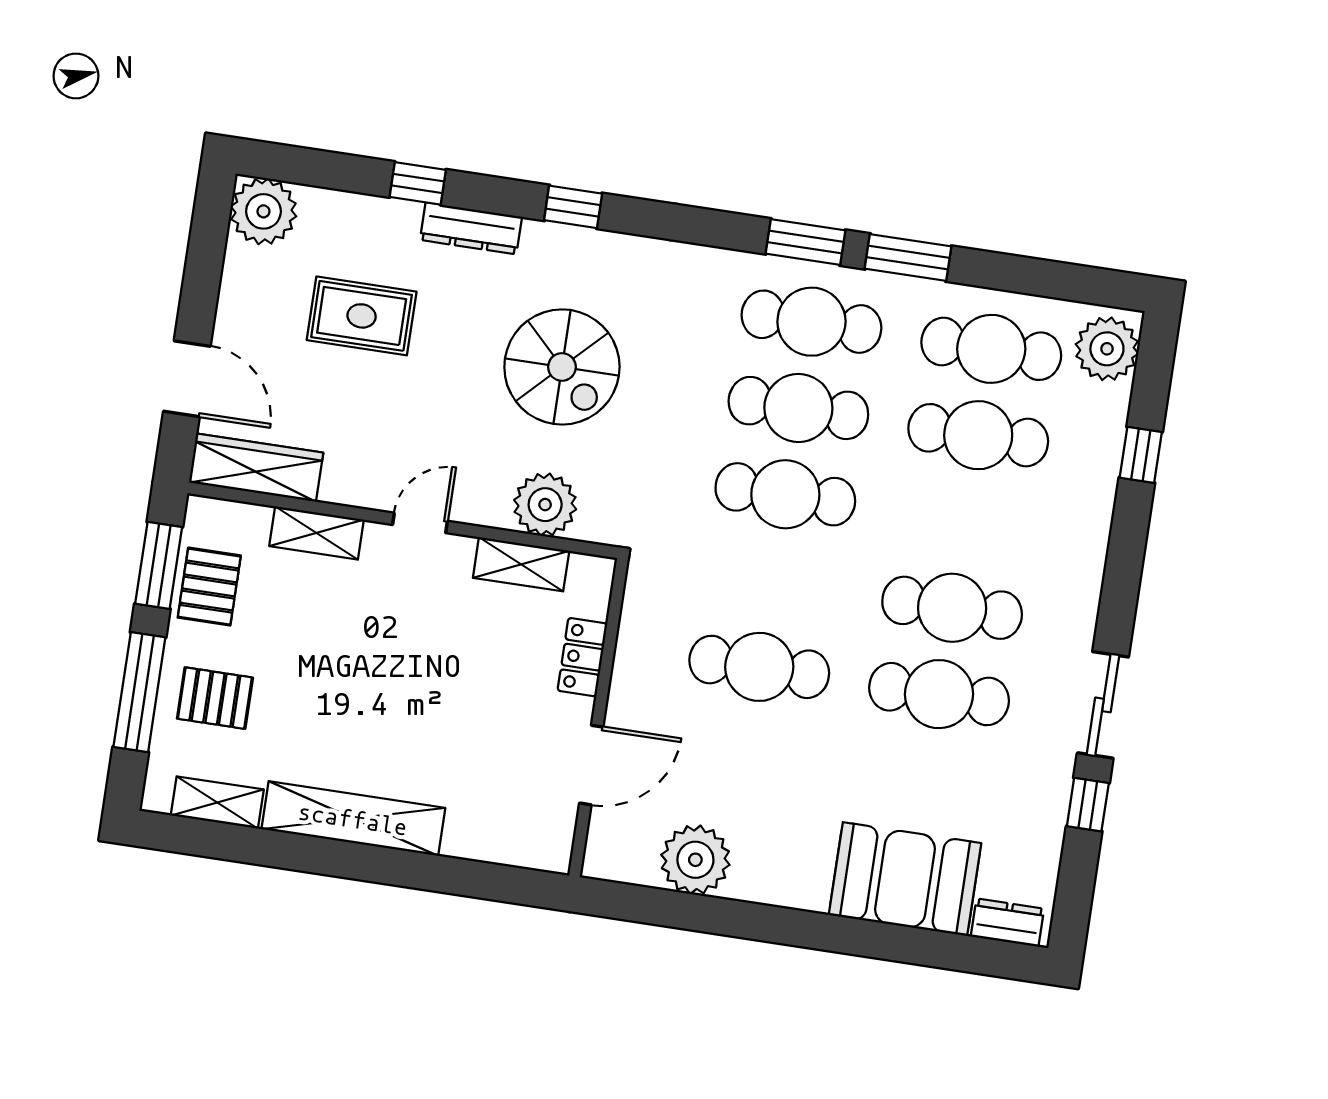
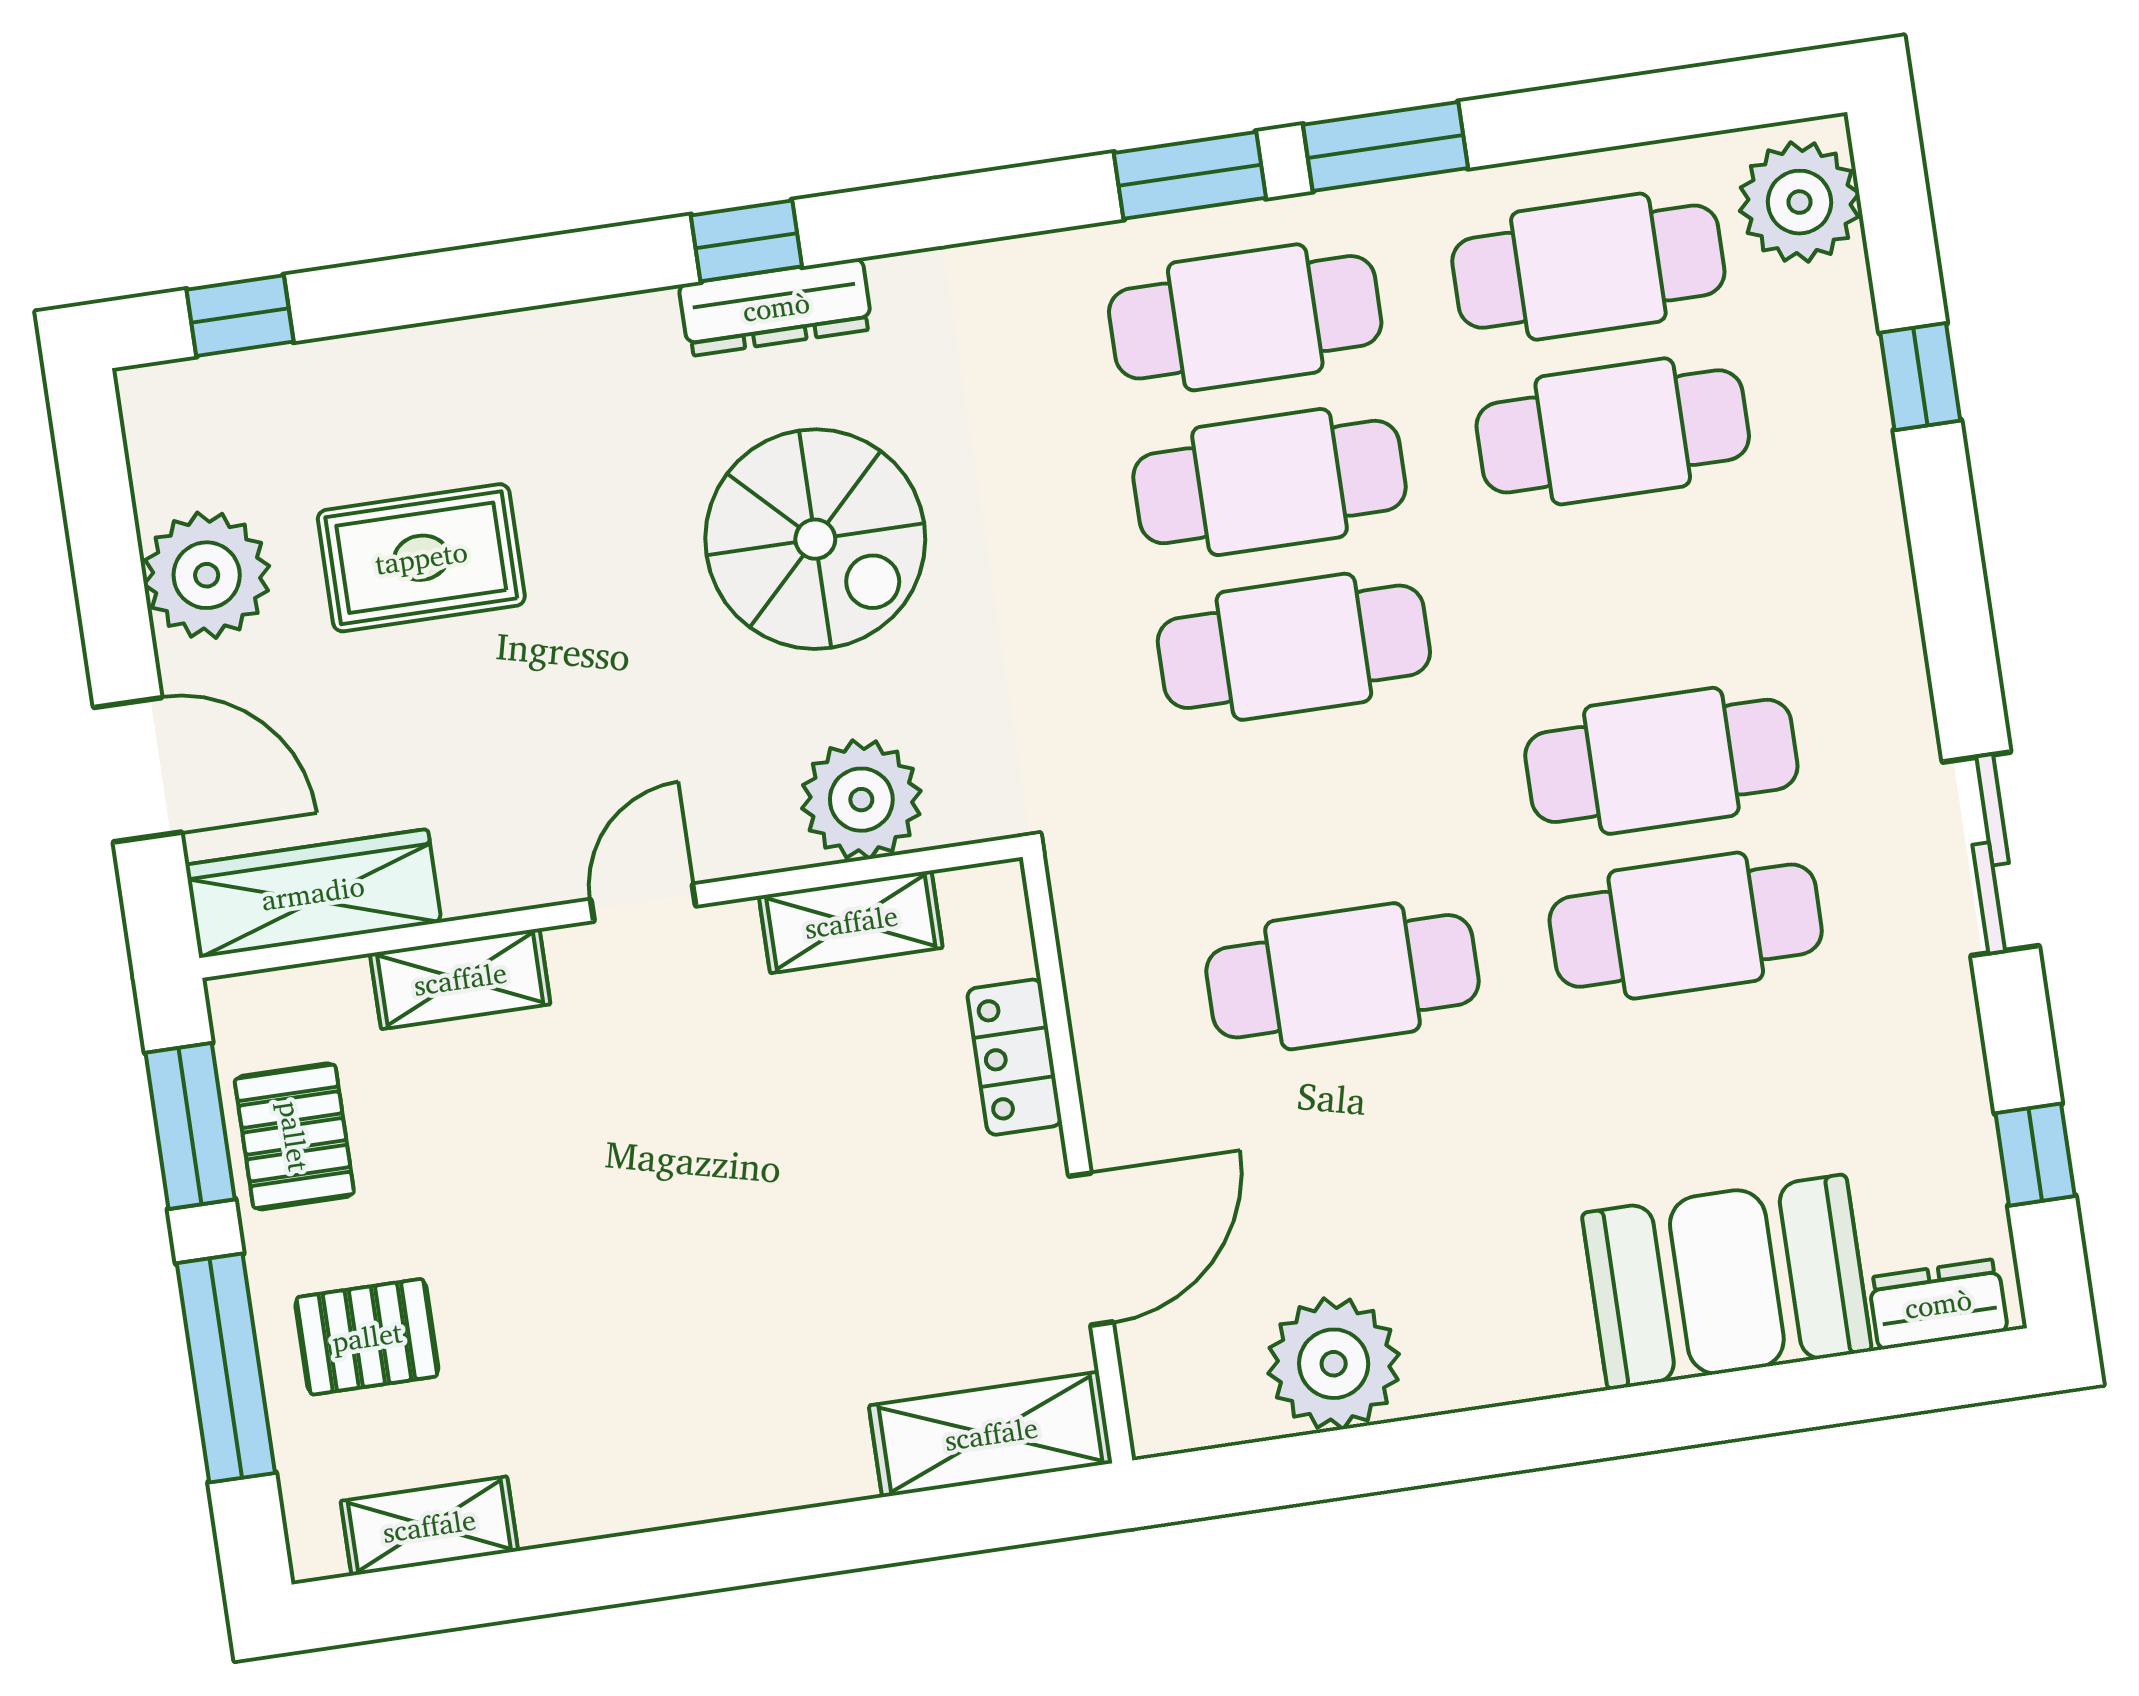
window: (418, 183) -> (240, 316), moved
plant: (263, 211) -> (207, 575), moved
dresser: (471, 228) -> (776, 307), moved
window: (1088, 805) -> (2035, 1155), moved
shelving: (353, 819) -> (991, 1434), moved, width x0.68

